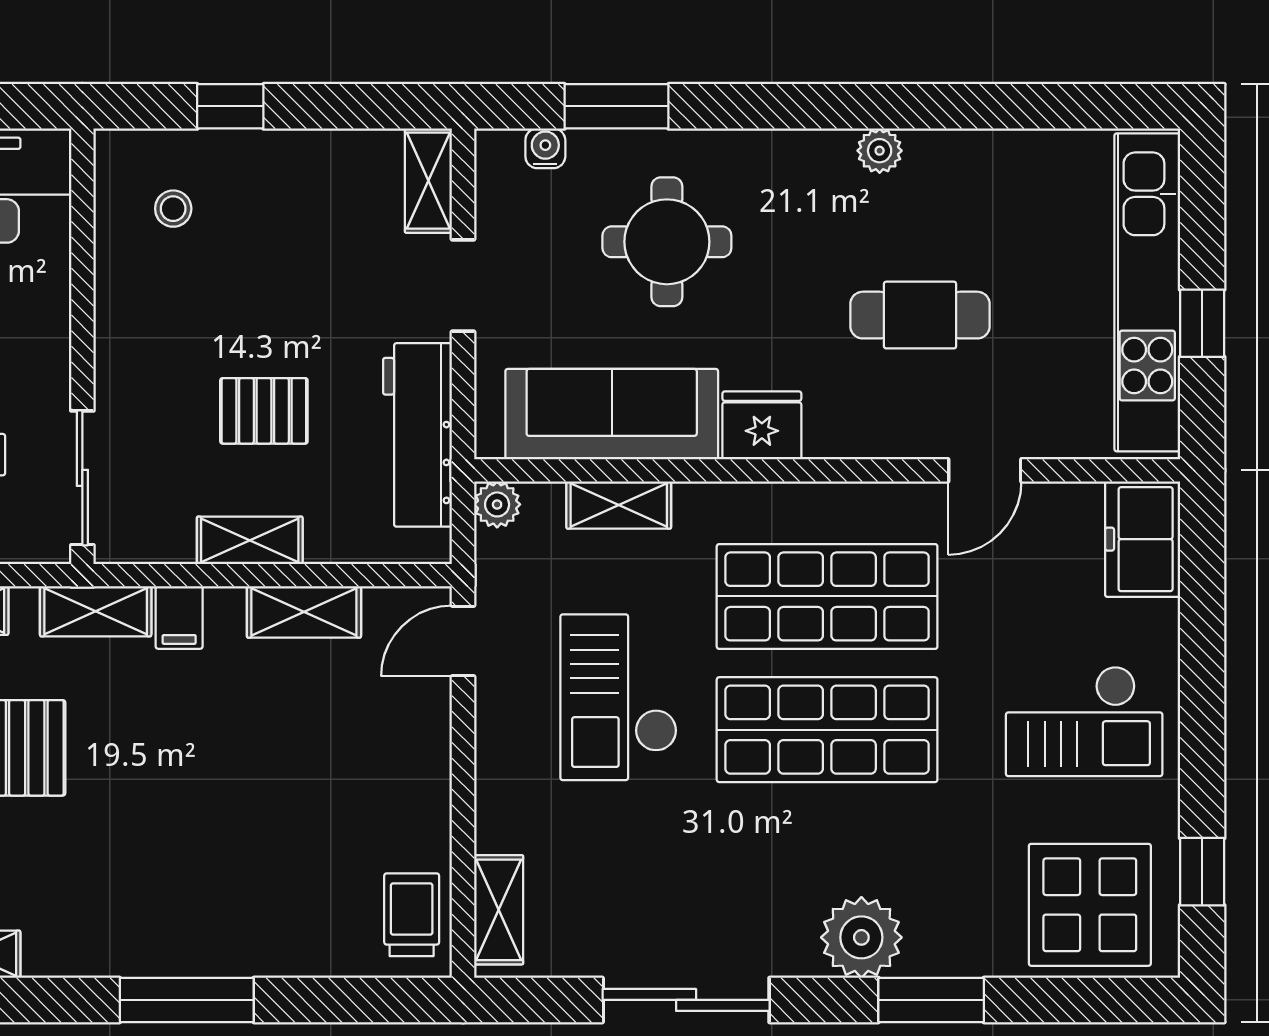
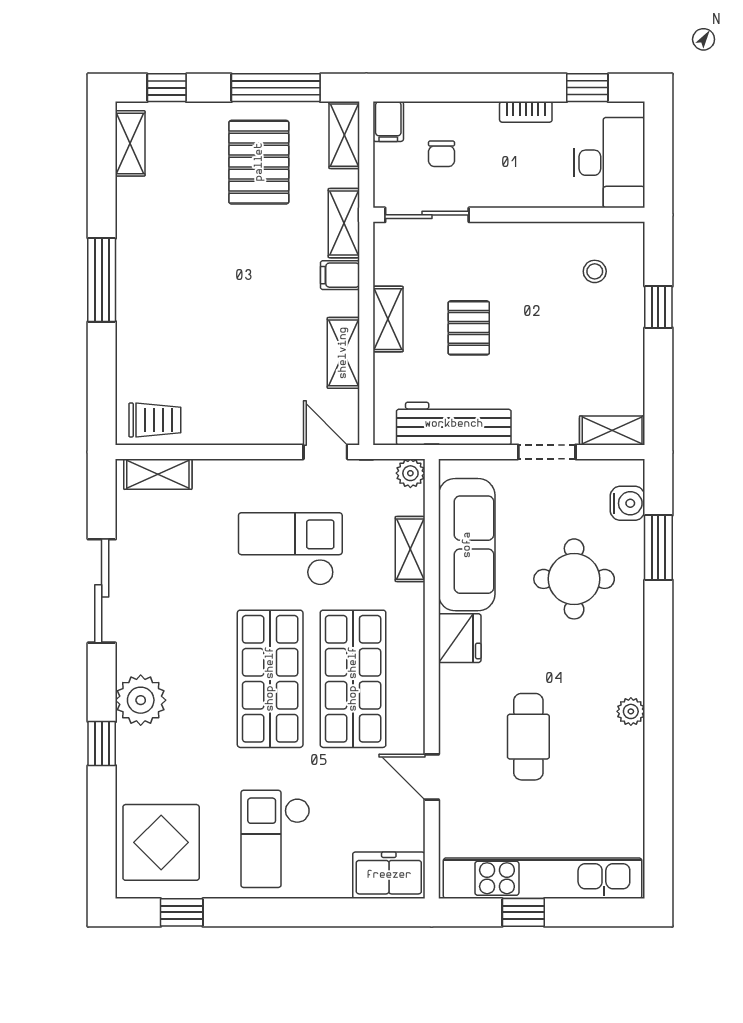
water cooler: (545, 148) -> (628, 503), width x1.38, depth x1.38
window: (931, 1000) -> (102, 744), width x0.67

